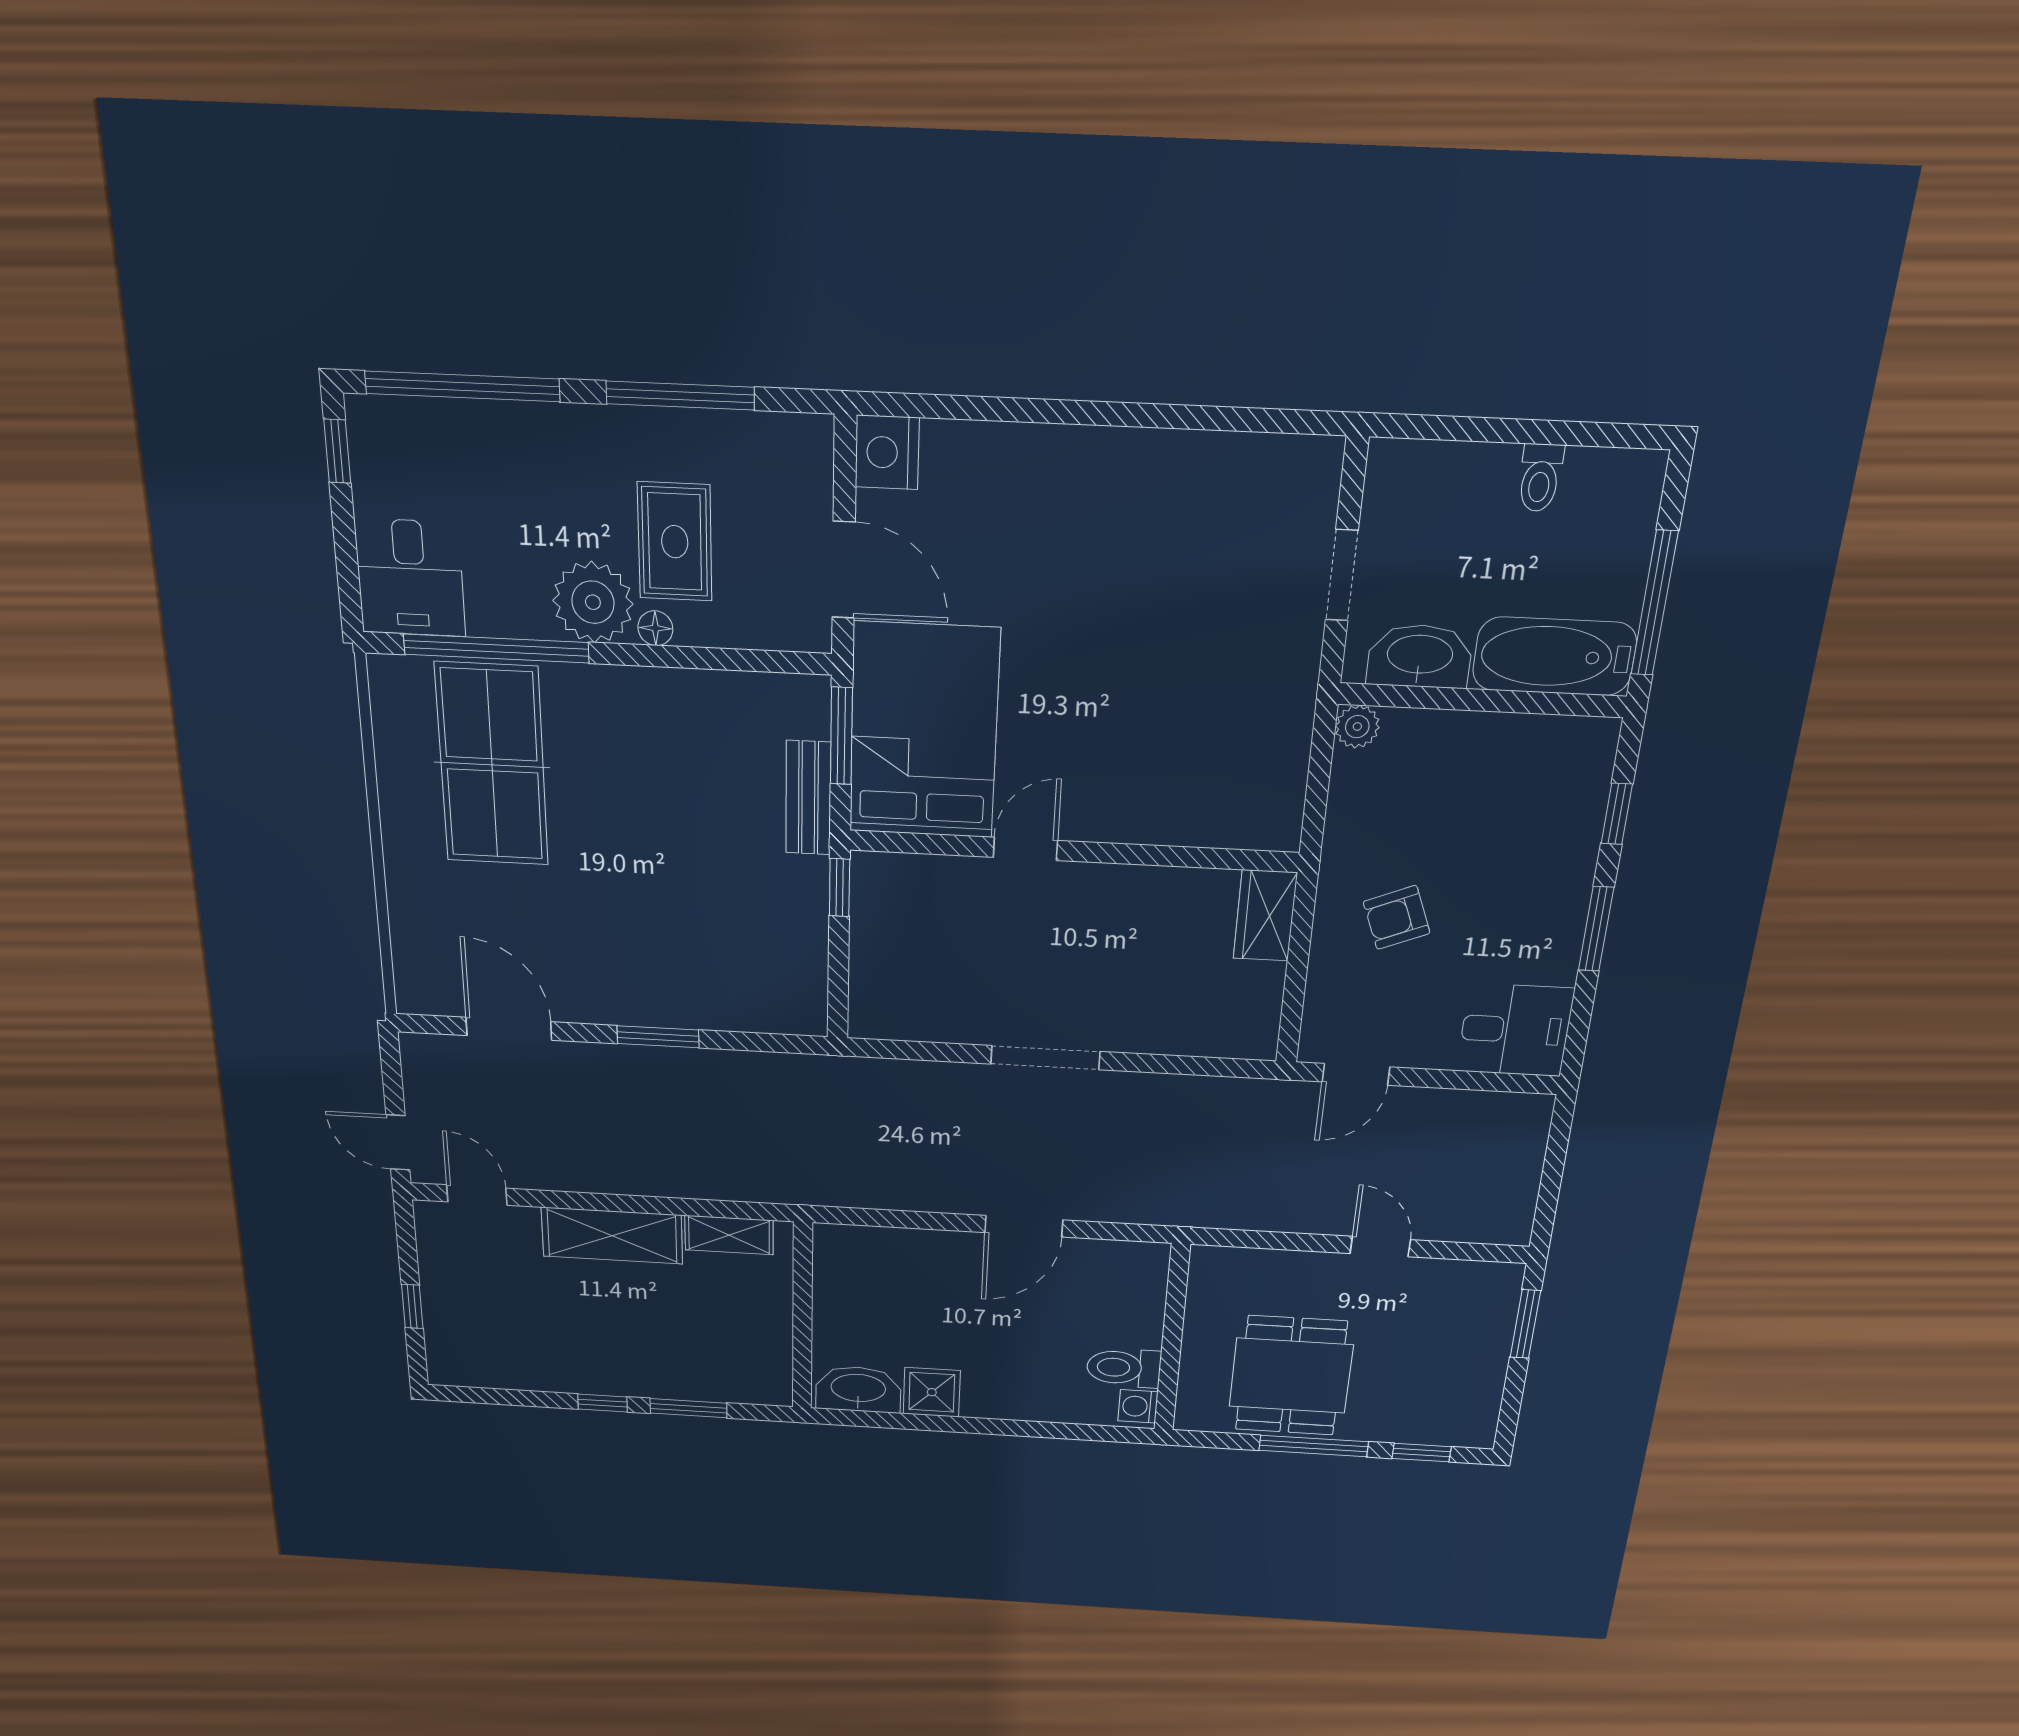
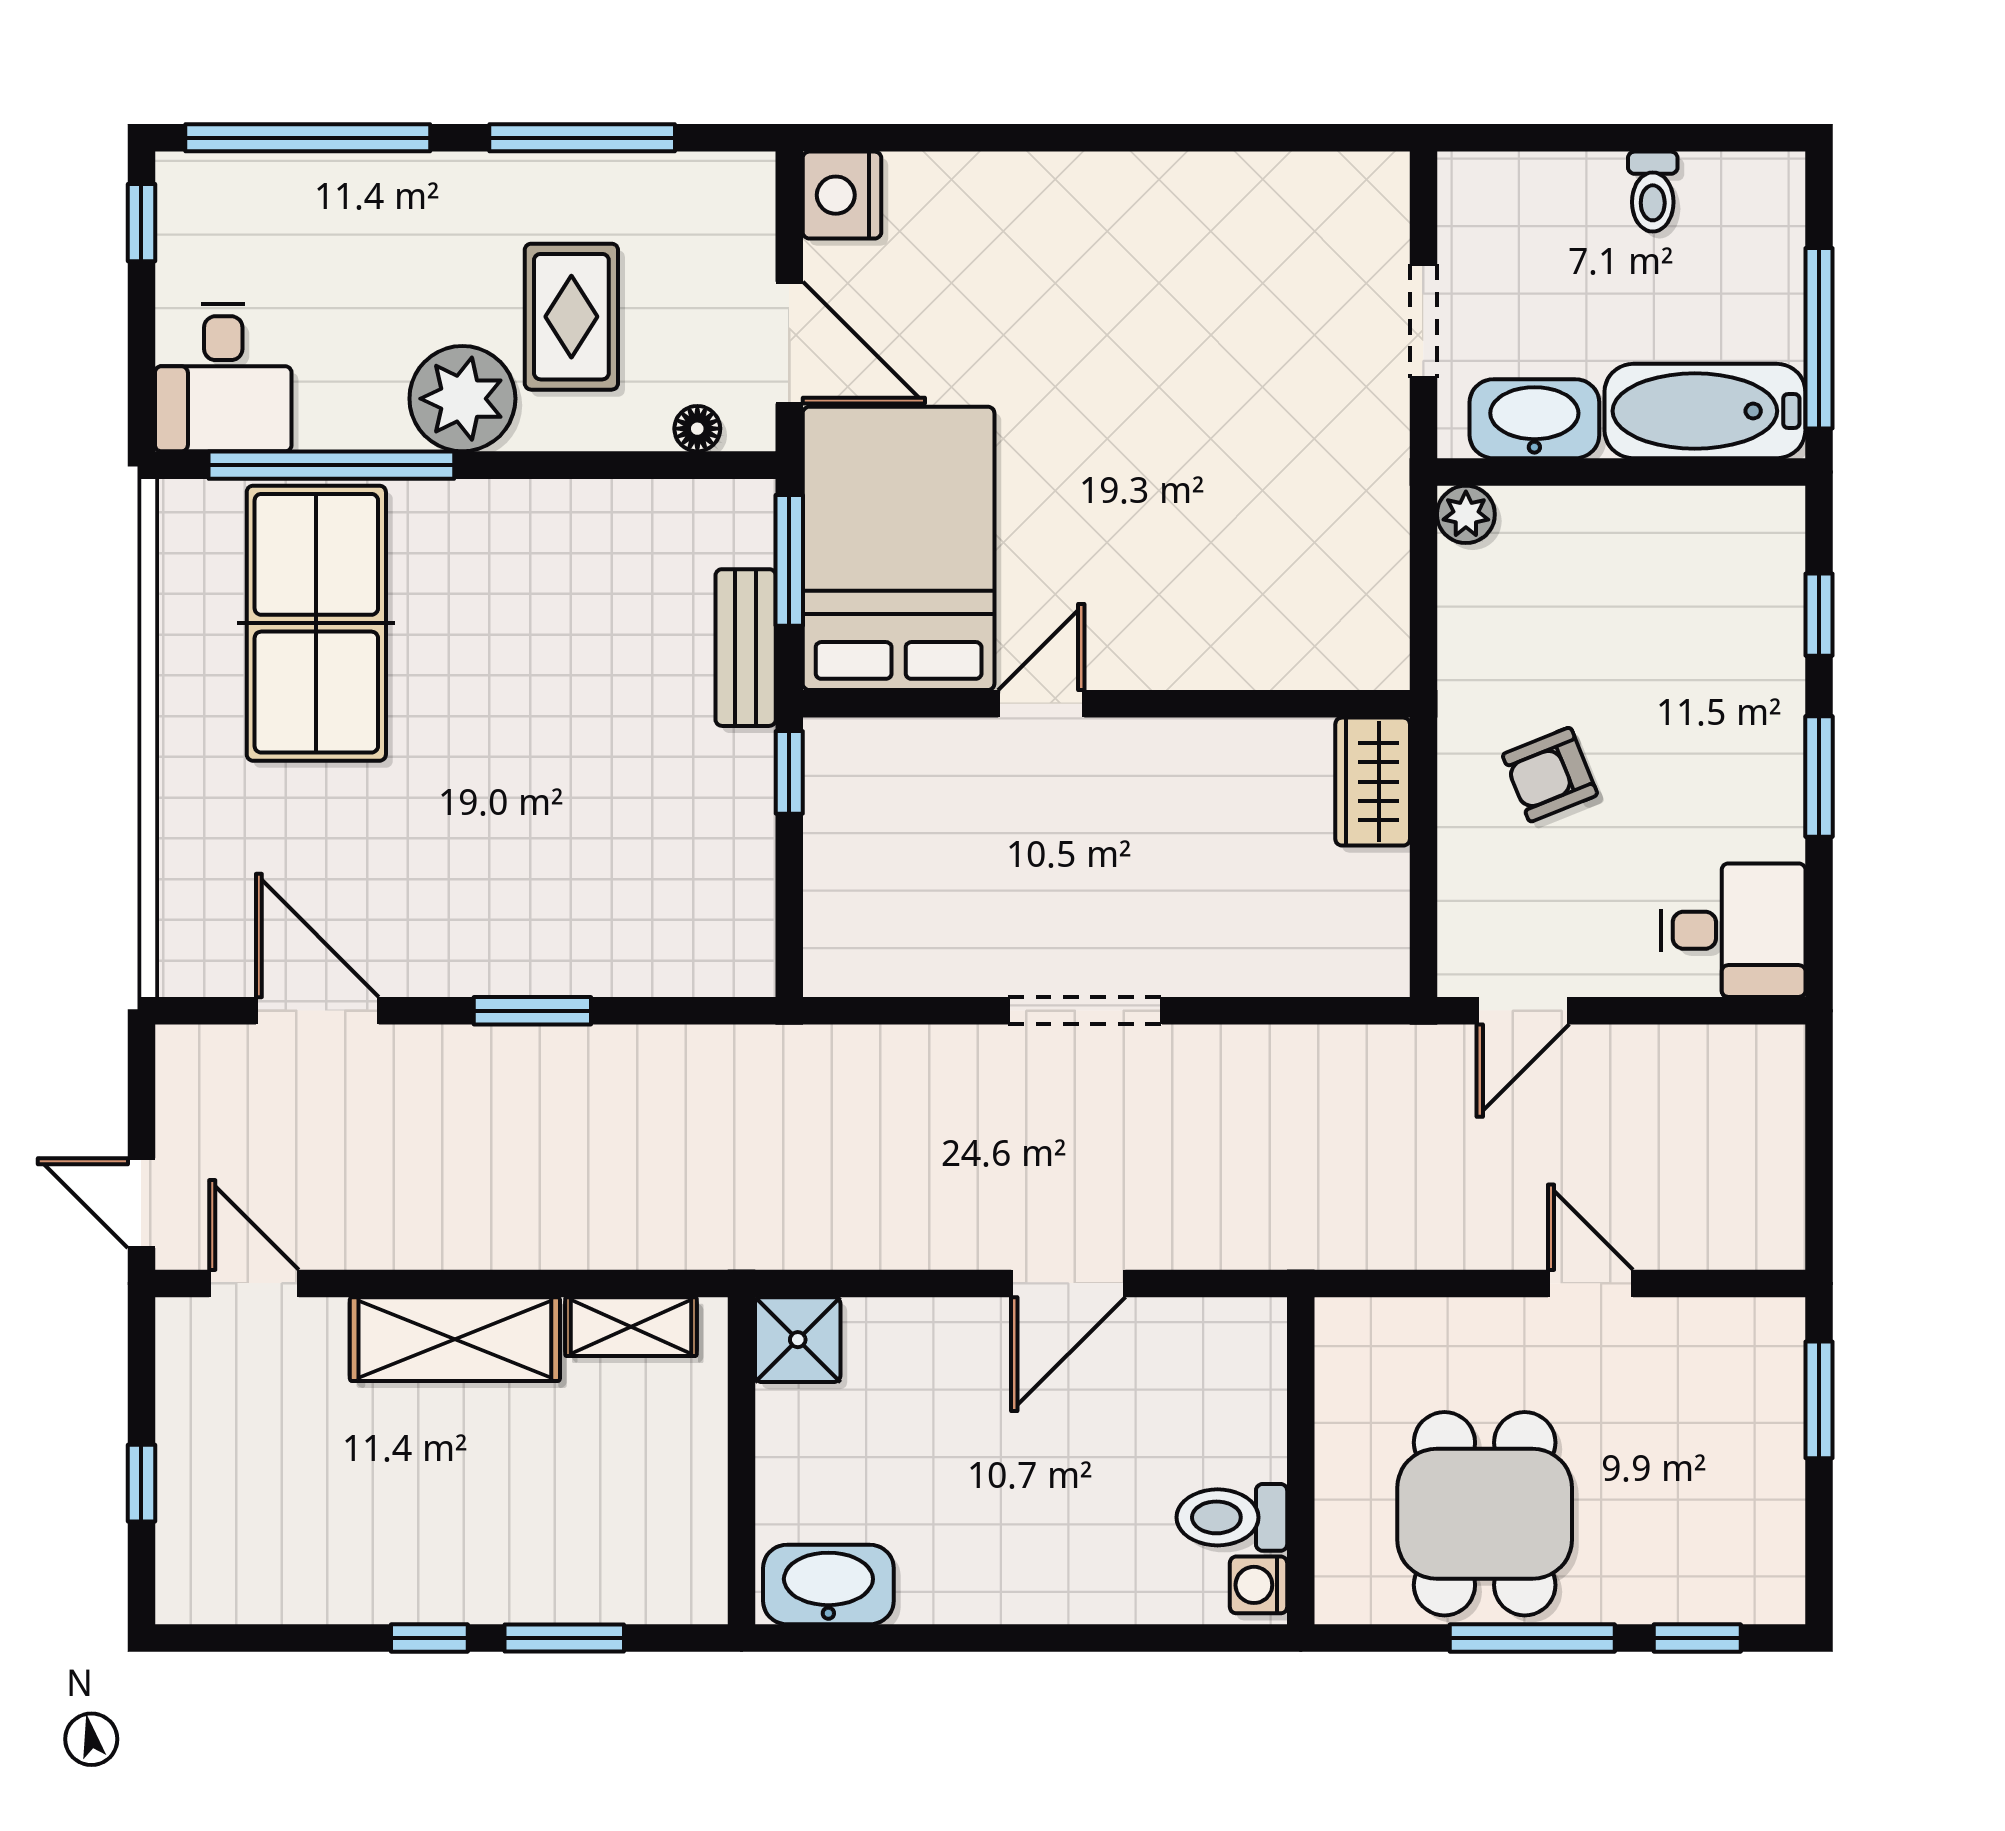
floor lamp: (655, 628) -> (697, 429), moved
shower: (932, 1392) -> (798, 1340), moved

